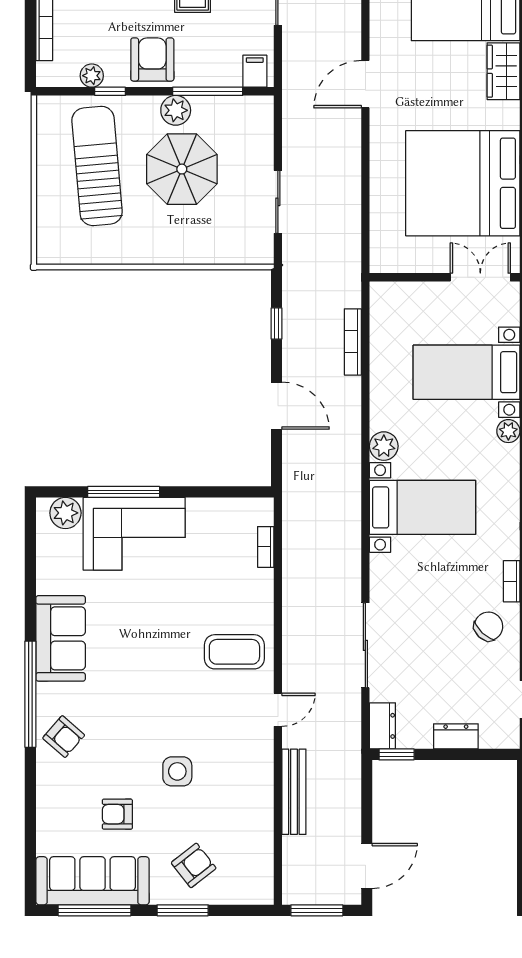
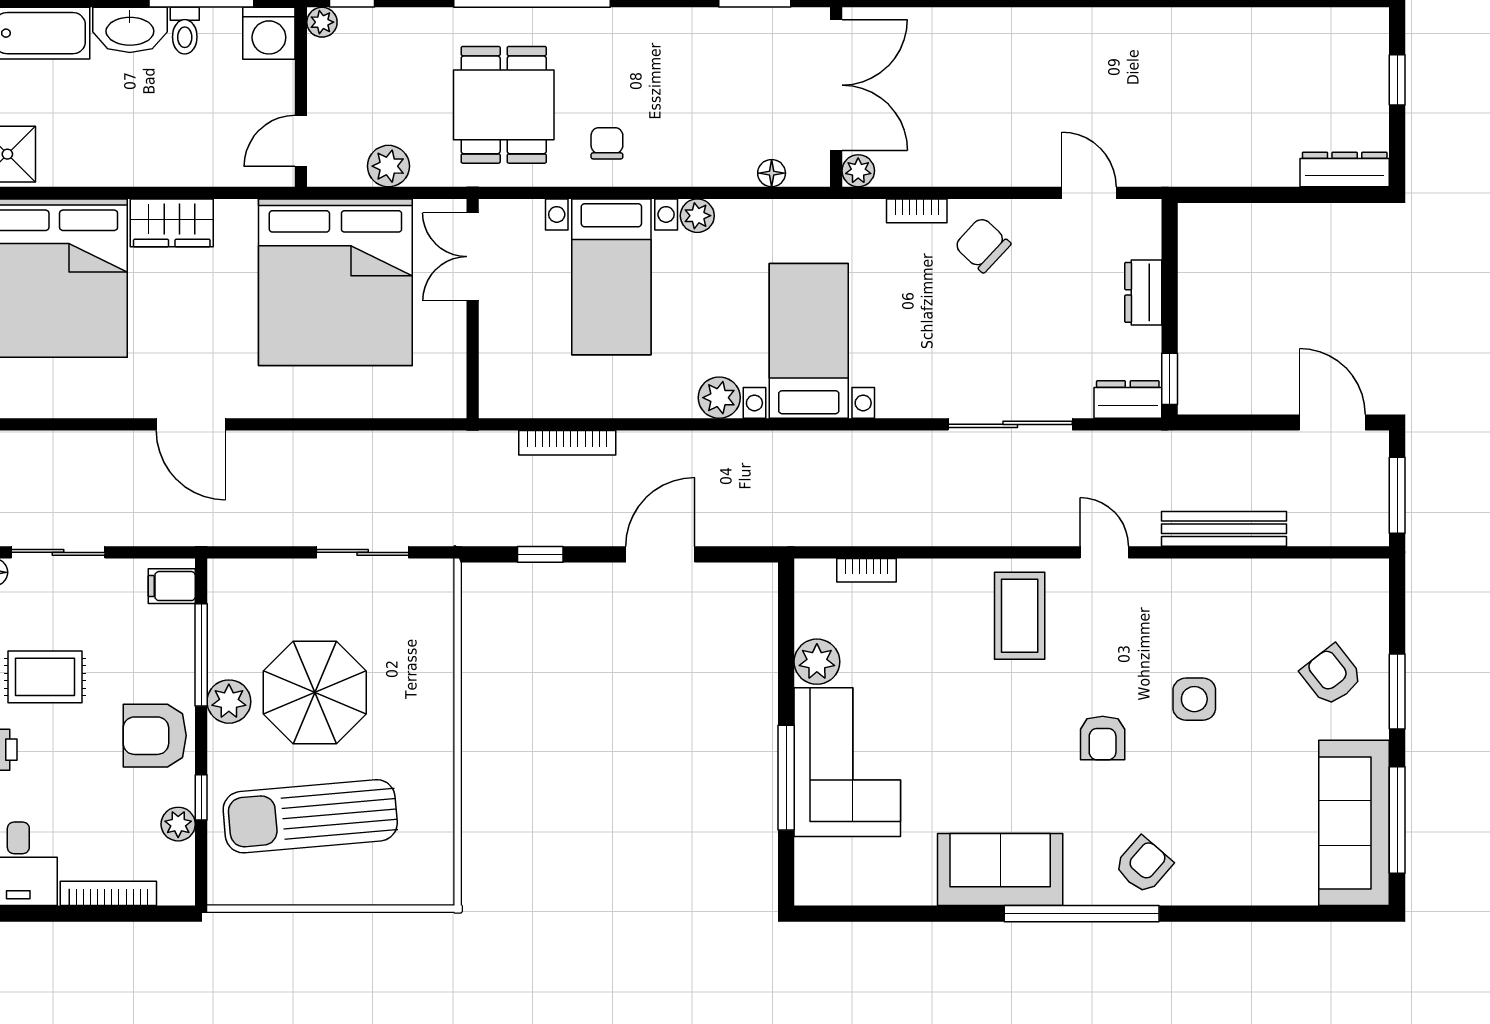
plant: (65, 513) -> (817, 662), moved
armchair: (117, 814) -> (1103, 738), moved

